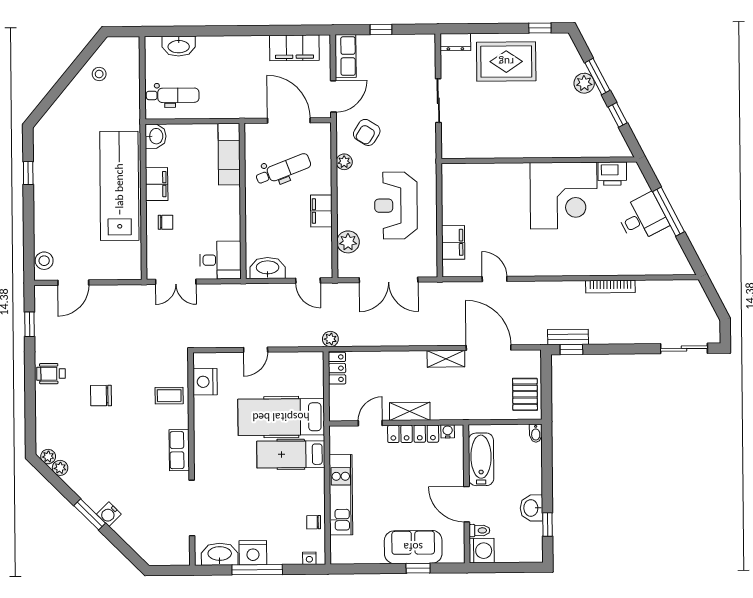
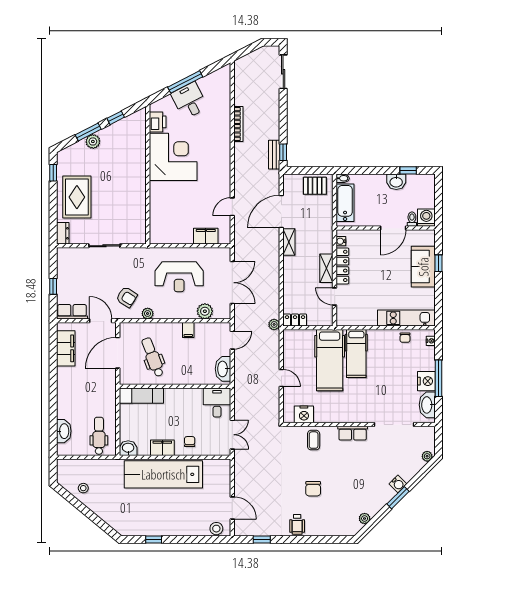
filing cabinet: (321, 211) -> (188, 330), width x0.50
plant: (48, 457) -> (427, 456), moved
bathtub: (481, 459) -> (345, 203), moved, turned 90
kitchen unit: (341, 495) -> (406, 318), moved

